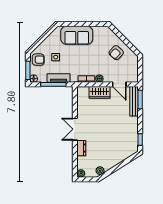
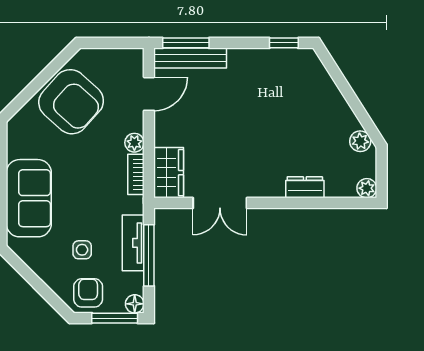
armchair: (116, 53) -> (71, 102), width x1.88, depth x1.88
wardrobe: (99, 92) -> (169, 173), moved
double door: (75, 129) -> (220, 203), moved

